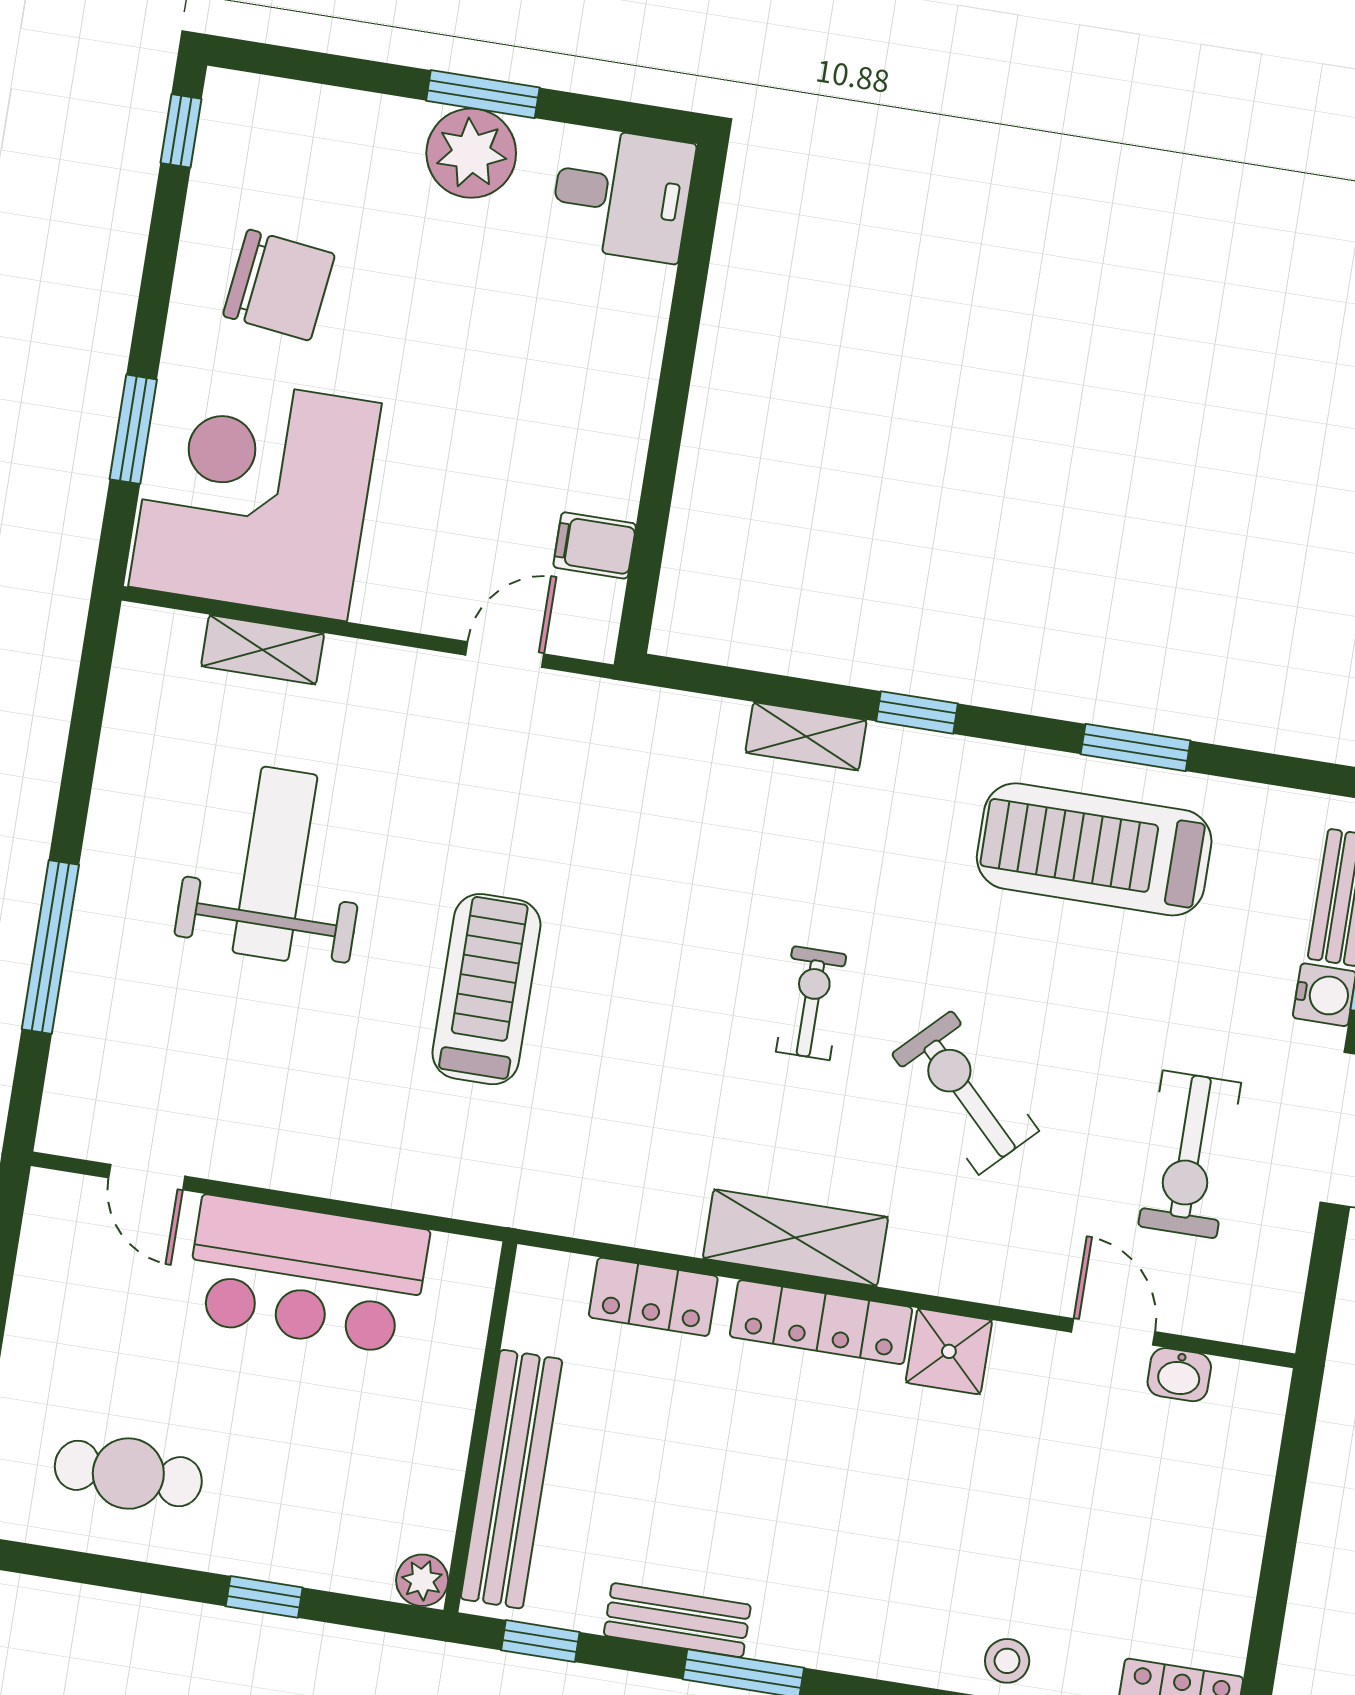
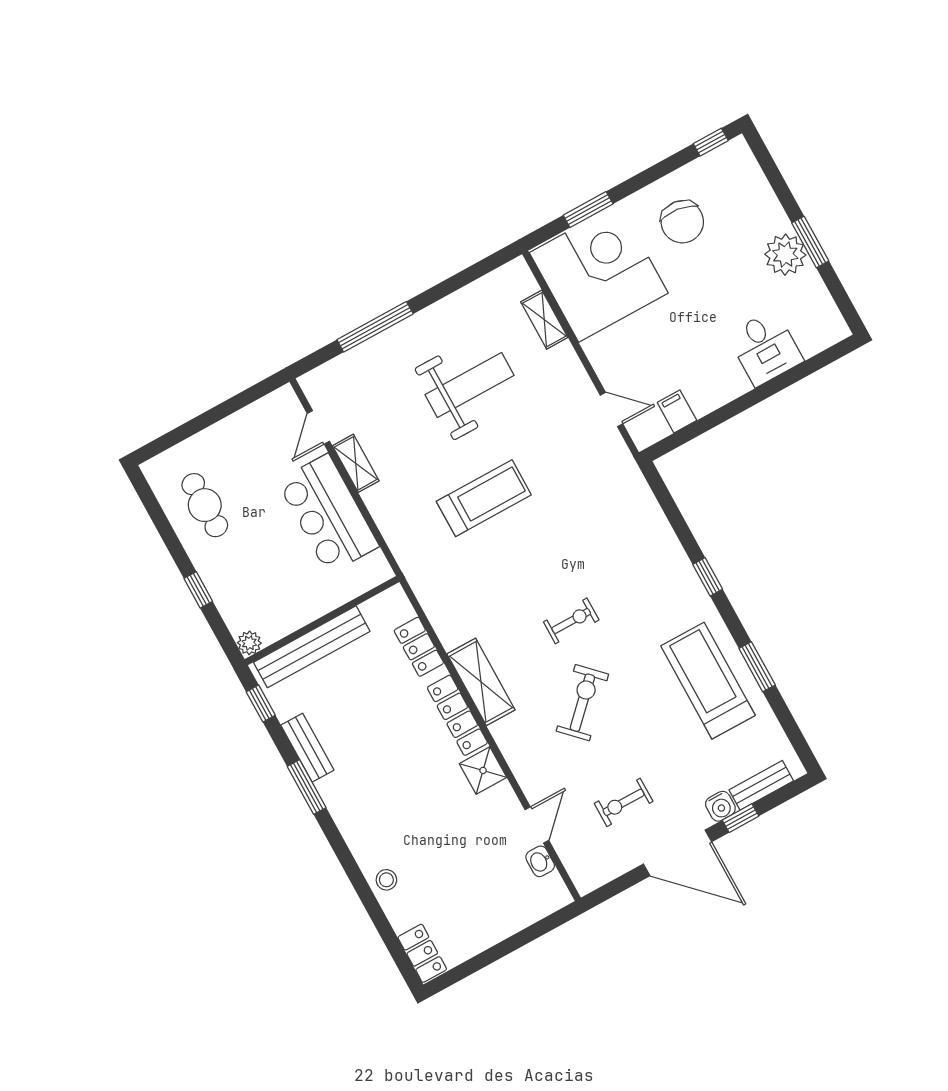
desk: (622, 194) -> (765, 348), moved
shelving: (806, 736) -> (356, 463), moved
exercise bike: (1190, 1154) -> (624, 802), width x0.73, depth x0.72

